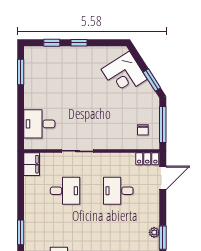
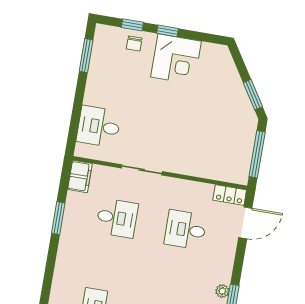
corner desk: (124, 74) -> (176, 59), moved, turned -57
chair: (143, 130) -> (134, 44), moved
window: (21, 232) -> (58, 218), moved

